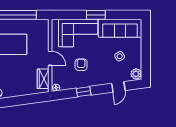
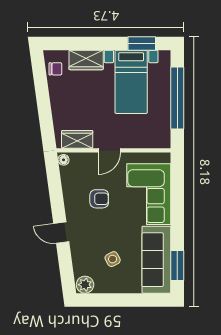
window: (96, 15) -> (177, 265), moved
door: (118, 87) -> (61, 233), moved
window: (84, 92) -> (57, 203), removed

